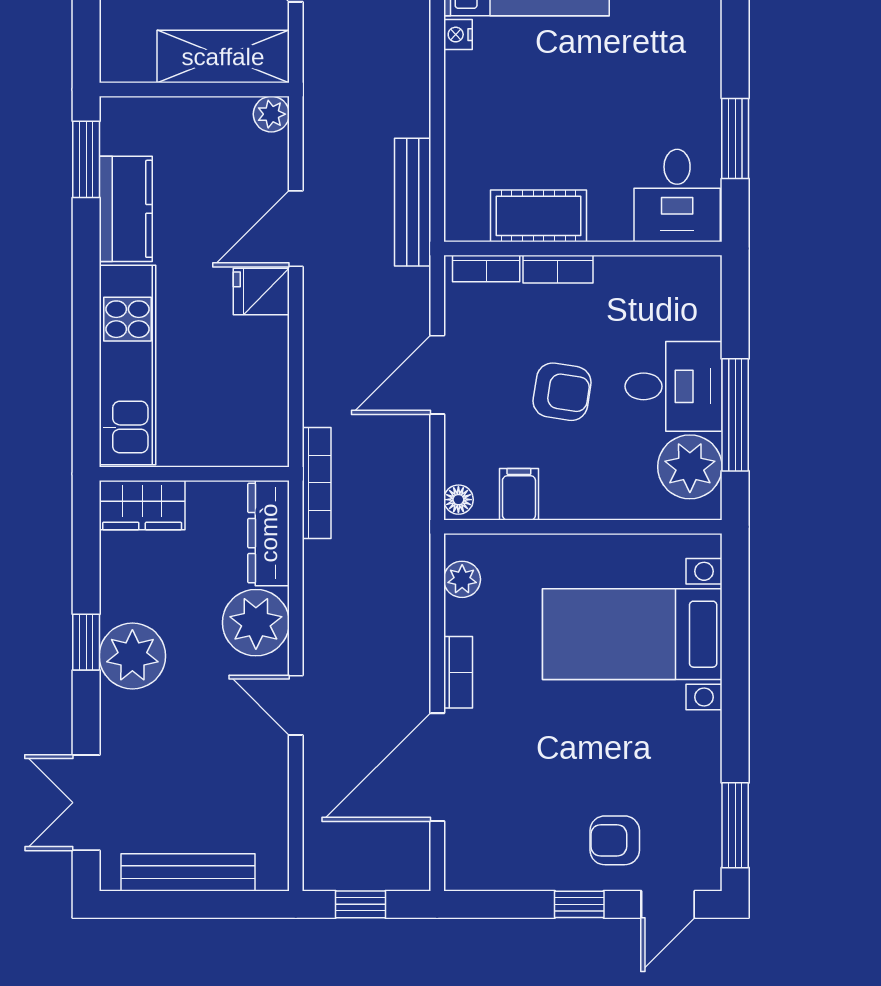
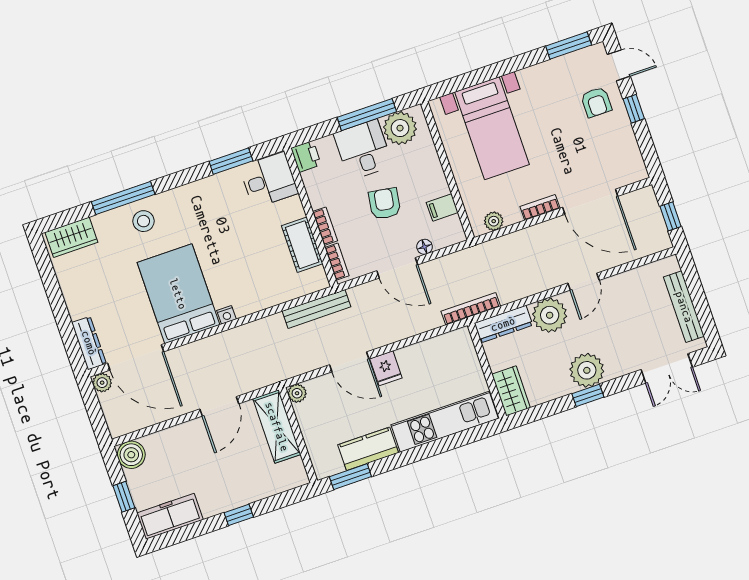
printer: (697, 278) -> (306, 156), added
floor lamp: (458, 500) -> (425, 247), moved

